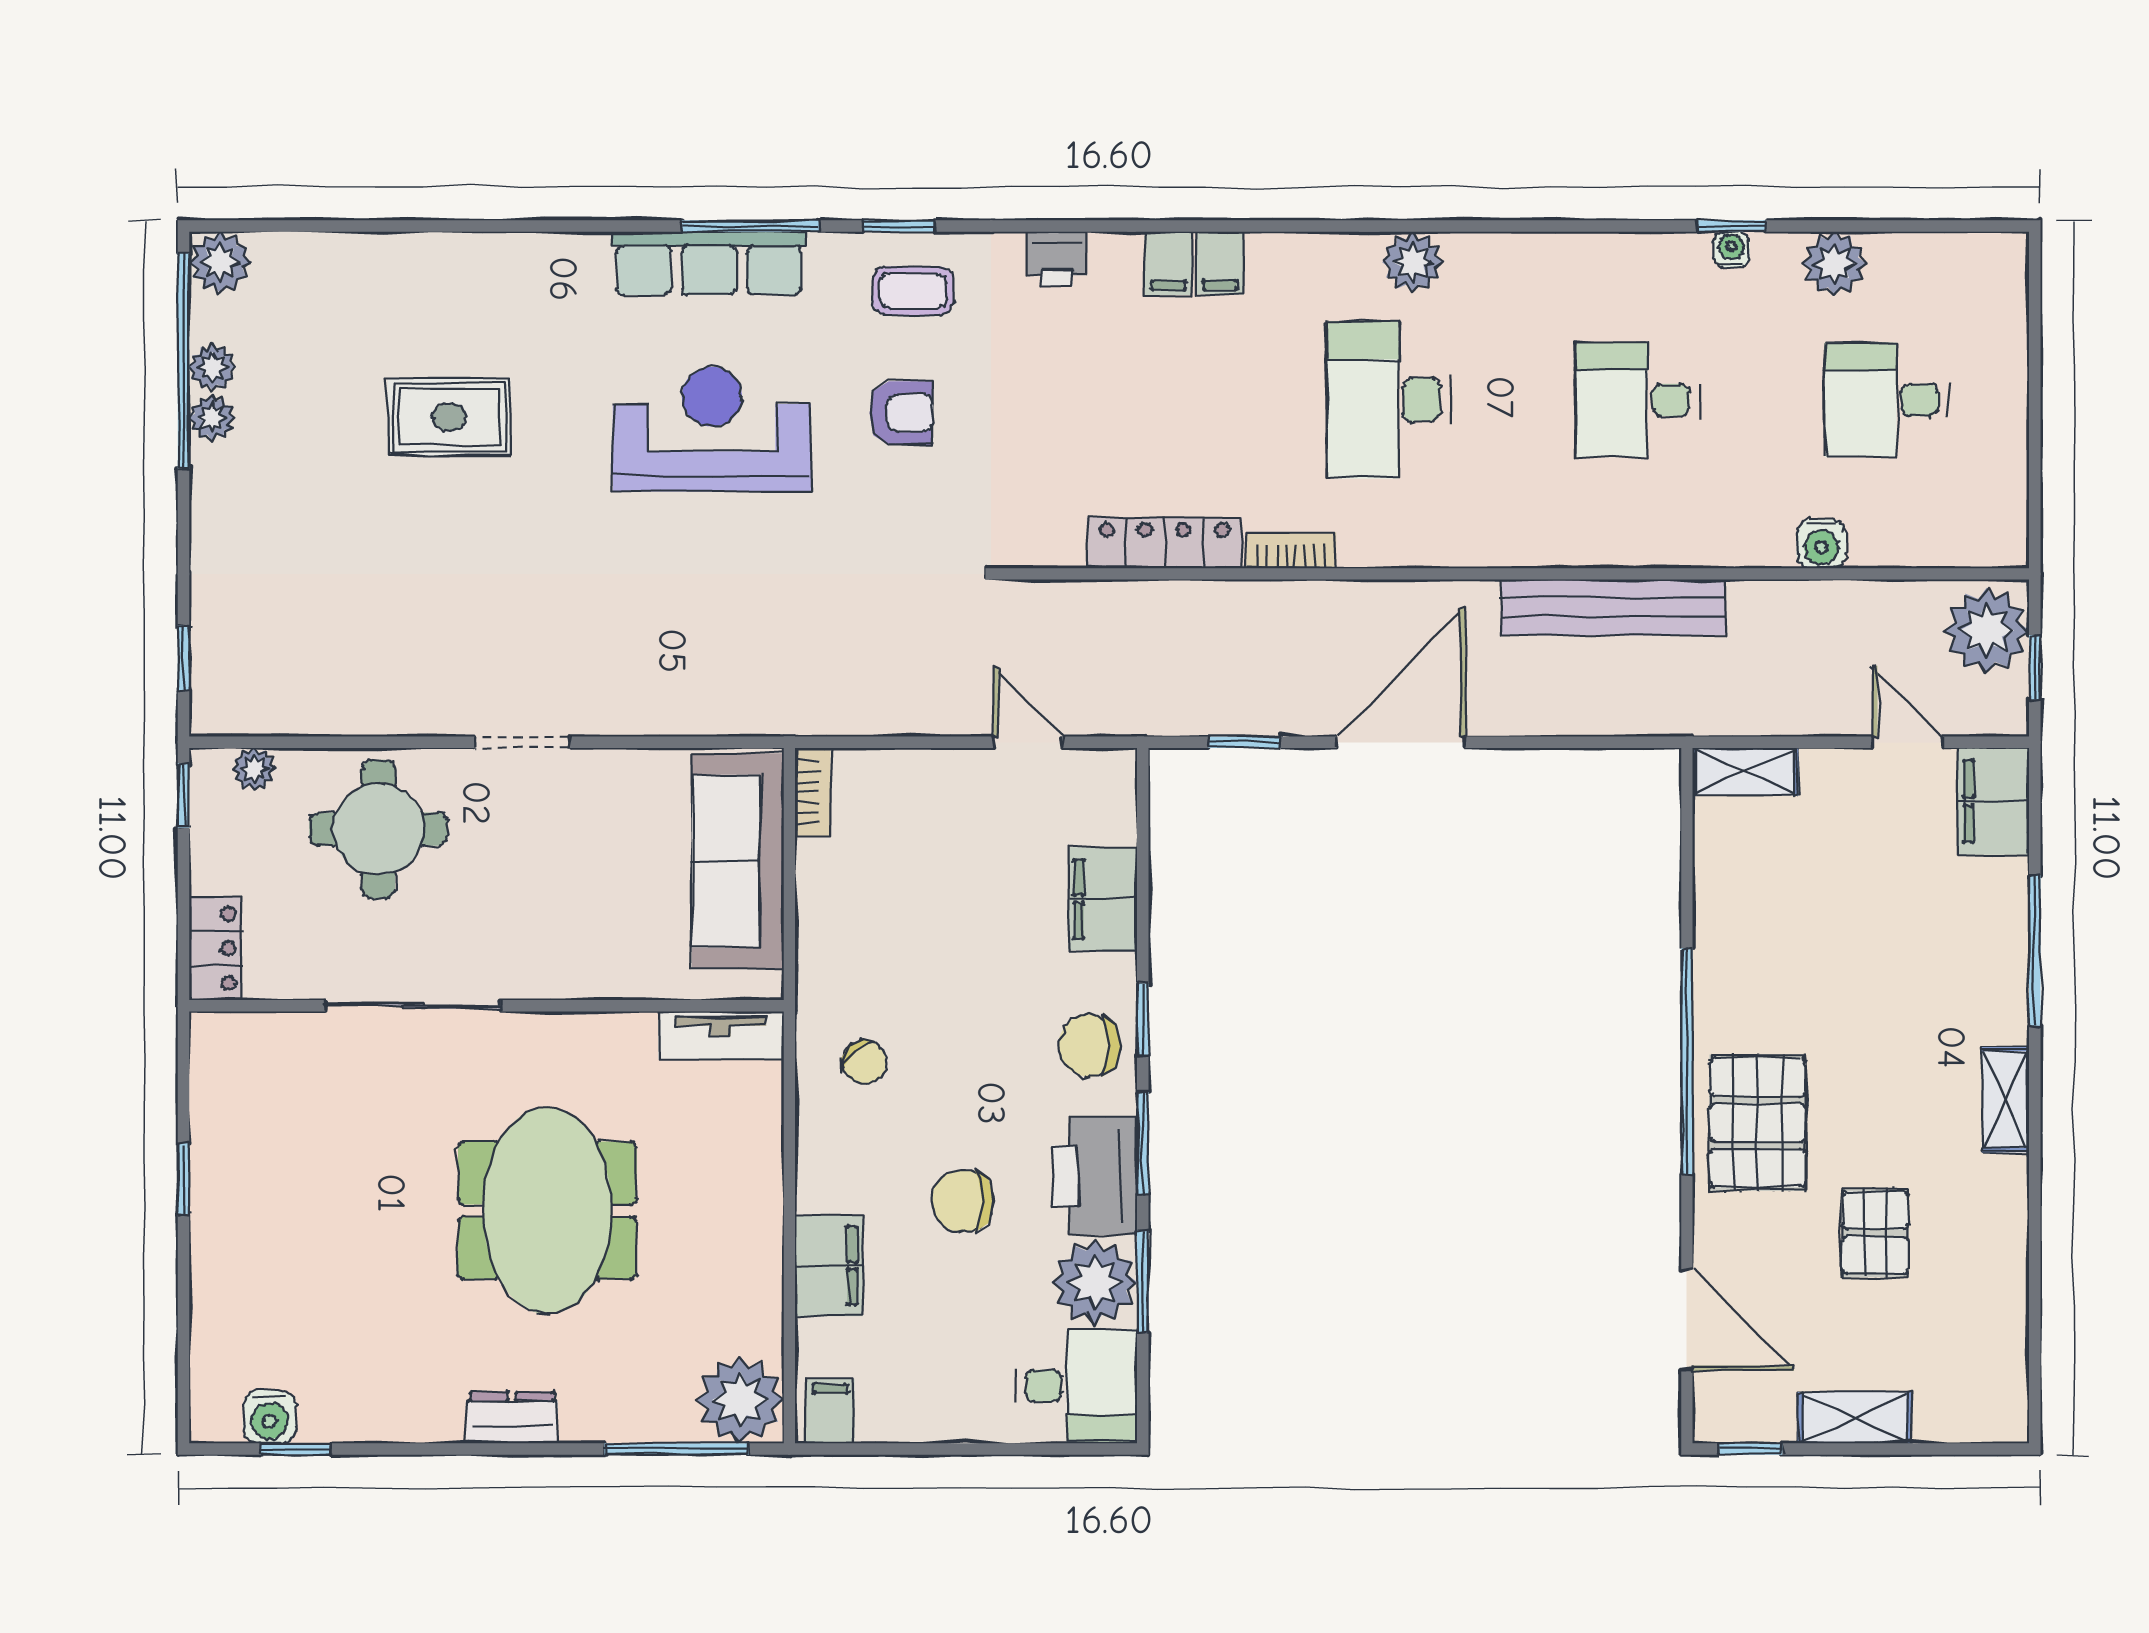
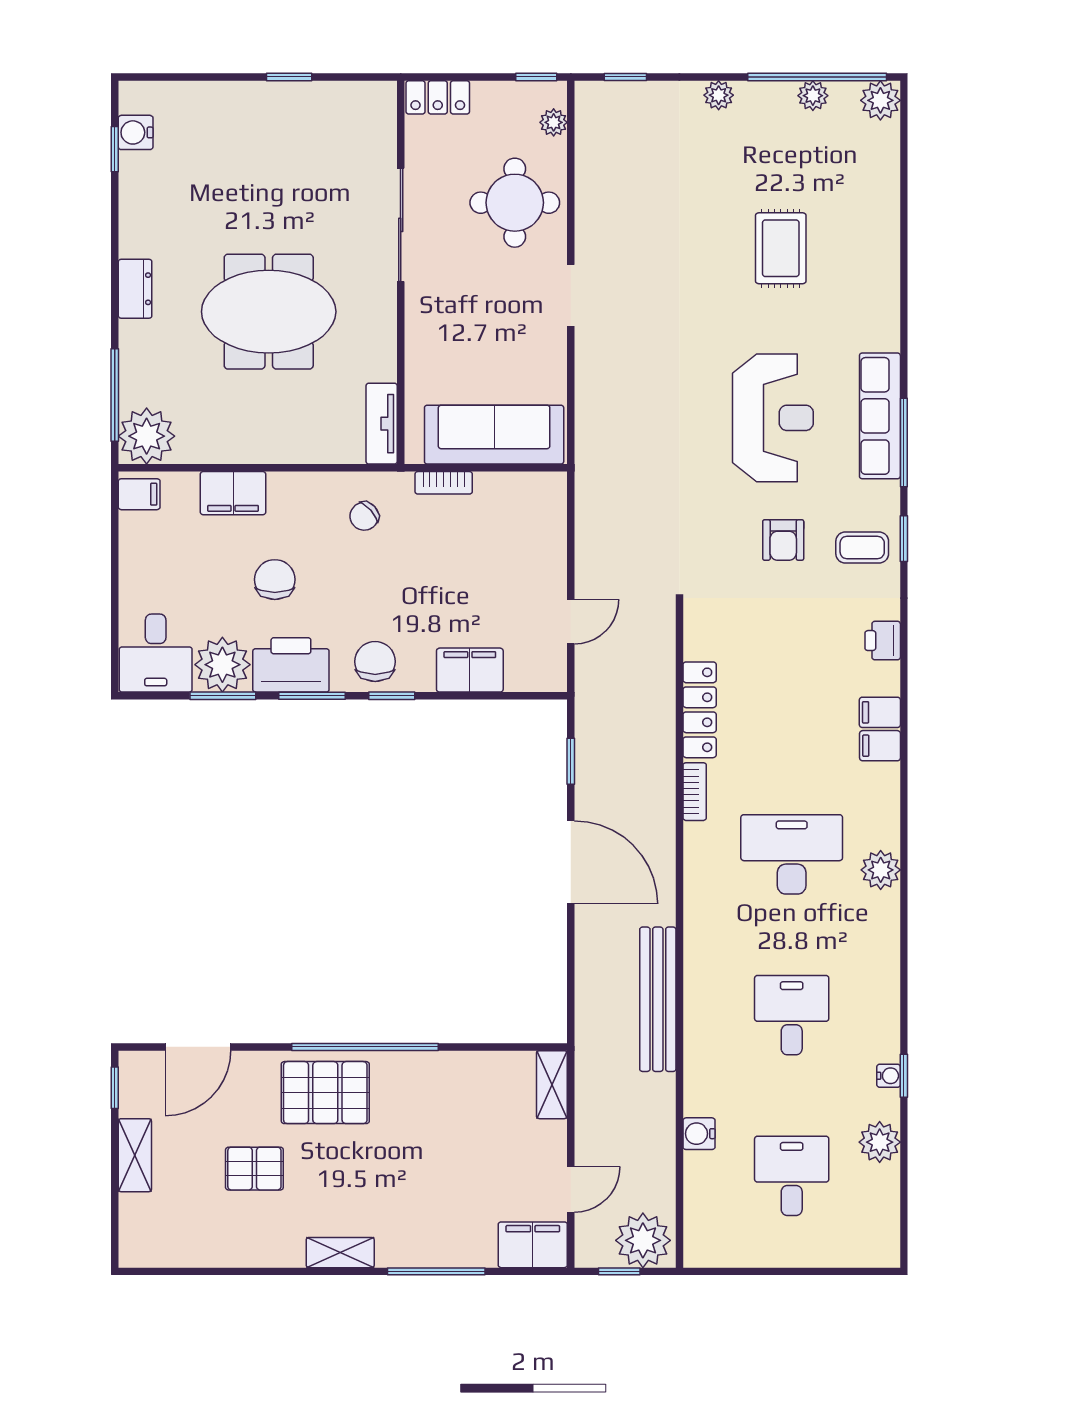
coffee table: (913, 291) -> (862, 547), turned 90
plant: (212, 418) -> (719, 95), moved
bookcase: (813, 792) -> (444, 483), moved

